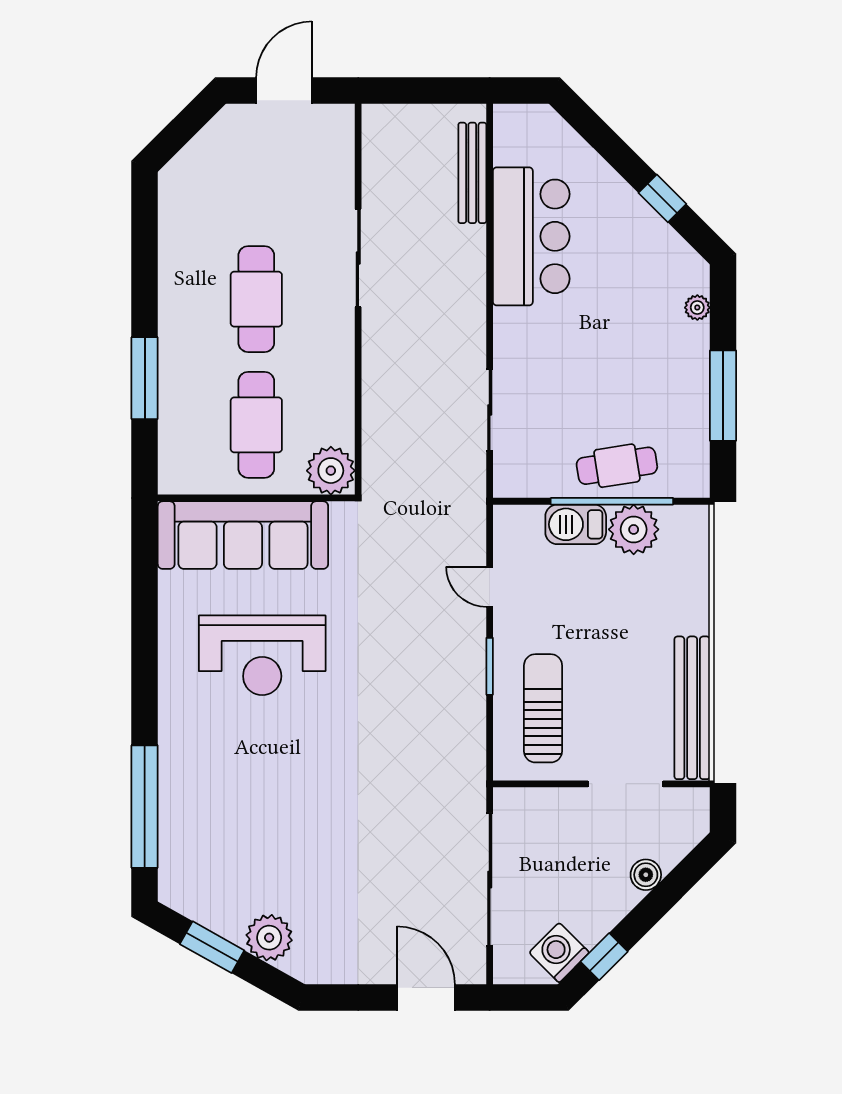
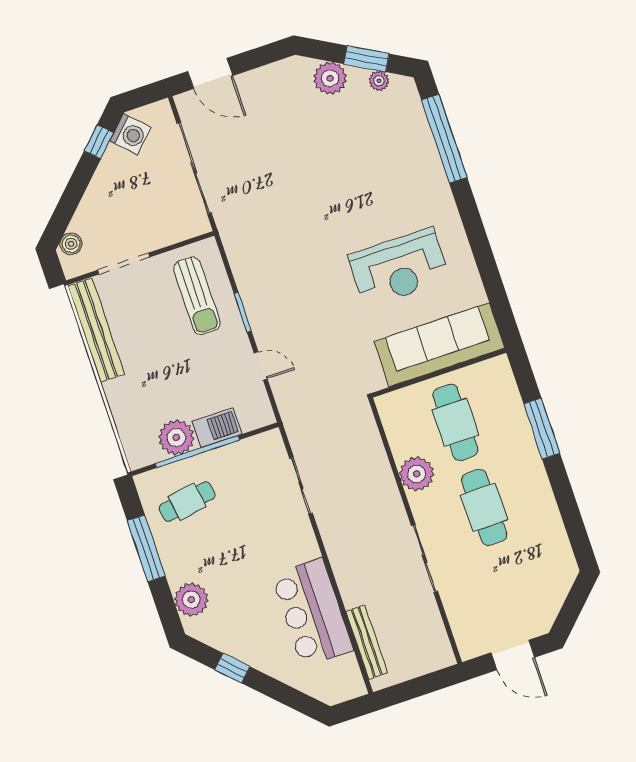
door: (284, 90) -> (513, 655), hinge flipped
plant: (697, 308) -> (191, 600), width x1.87, depth x1.87
cafe table: (617, 466) -> (187, 502), moved
plant: (331, 471) -> (417, 474), moved
reception desk: (262, 655) -> (399, 268), turned 180
boiler: (646, 875) -> (71, 244), moved
plant: (205, 912) -> (379, 81), added

